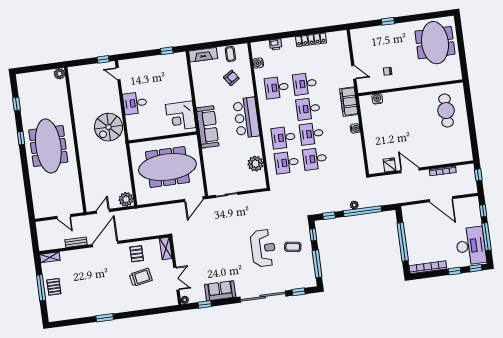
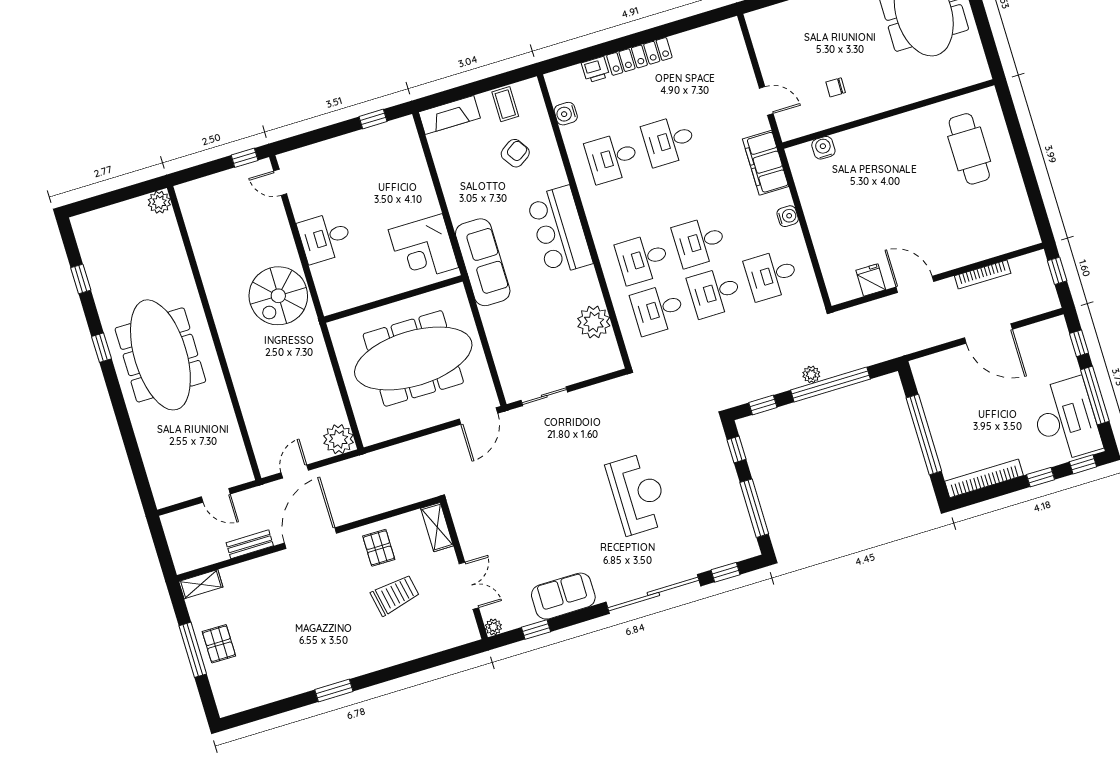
locker: (311, 40) -> (639, 56), moved
desk: (308, 109) -> (772, 275), moved
coffee table: (293, 247) -> (698, 481), removed

